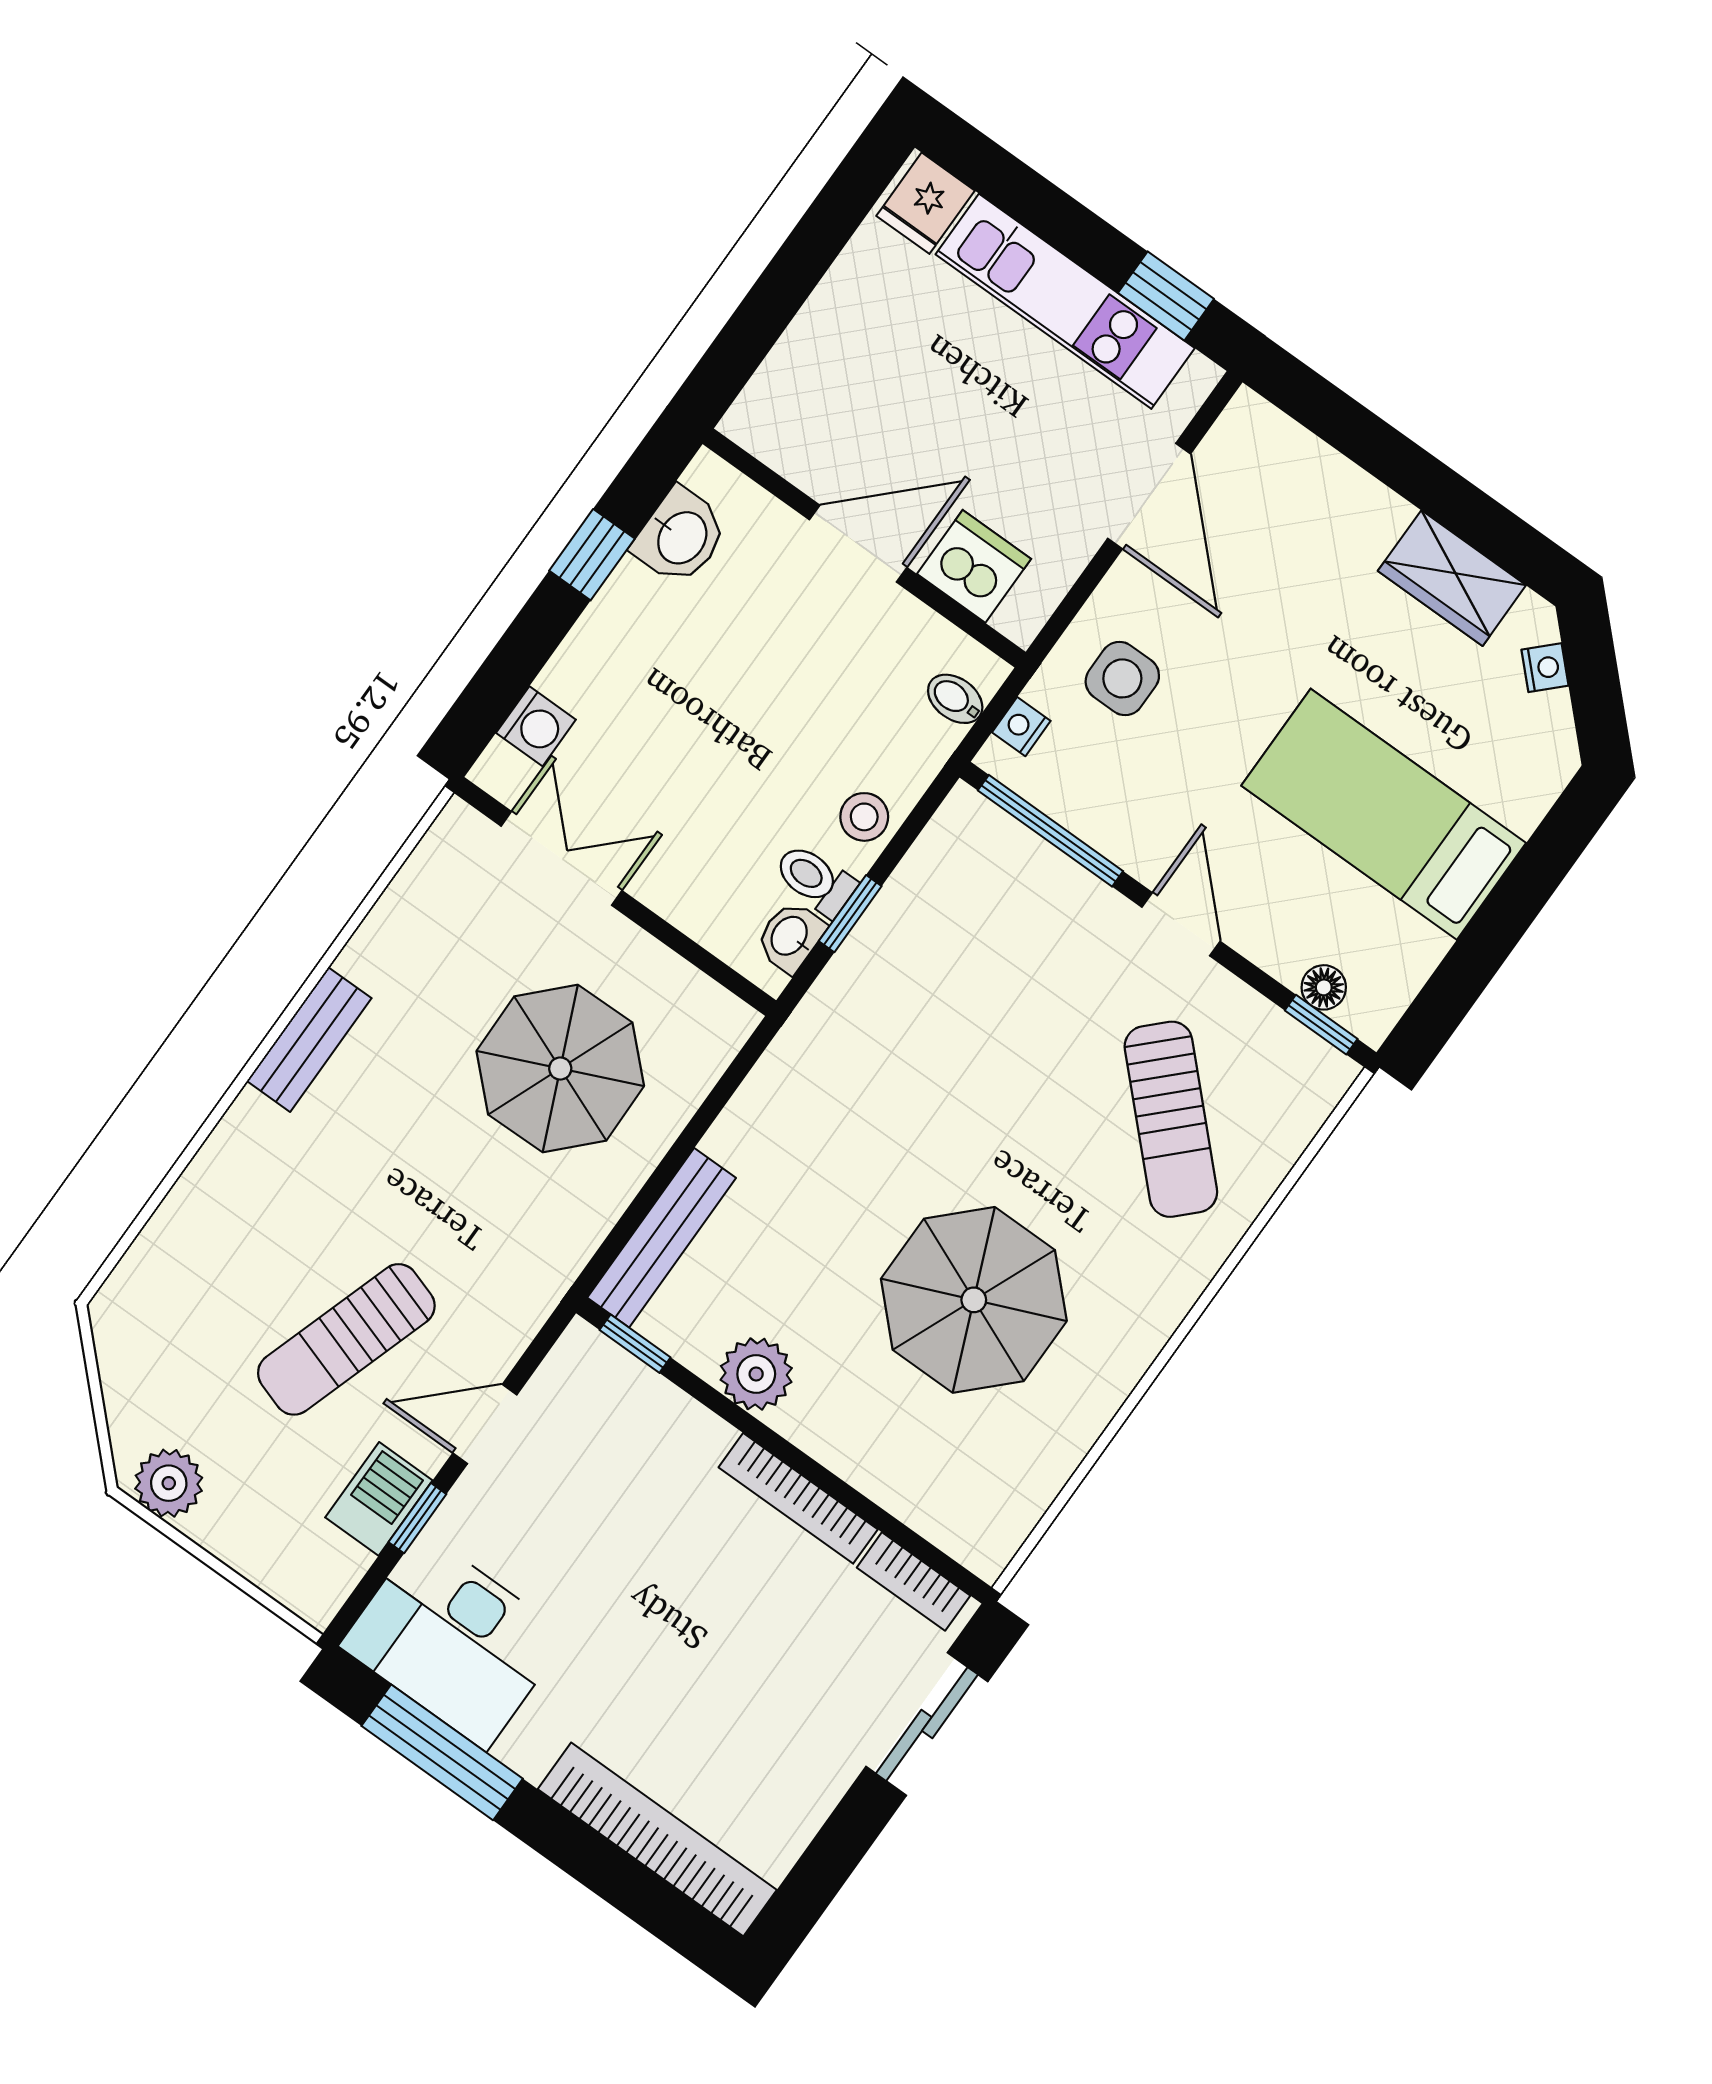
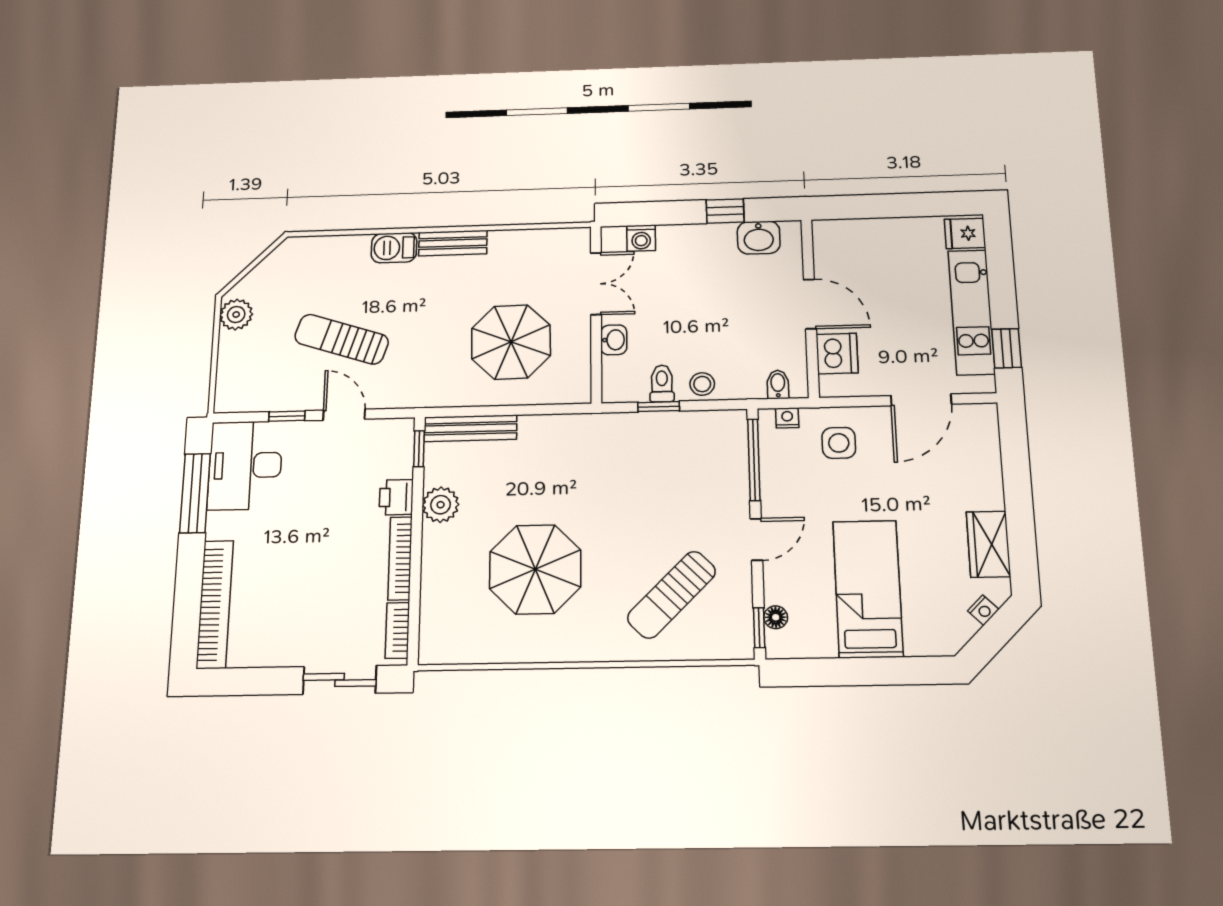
washbasin: (790, 937) -> (614, 340), moved, turned 90
printer: (691, 1435) -> (396, 497), added
barbecue: (379, 1499) -> (394, 248), moved, turned 180

